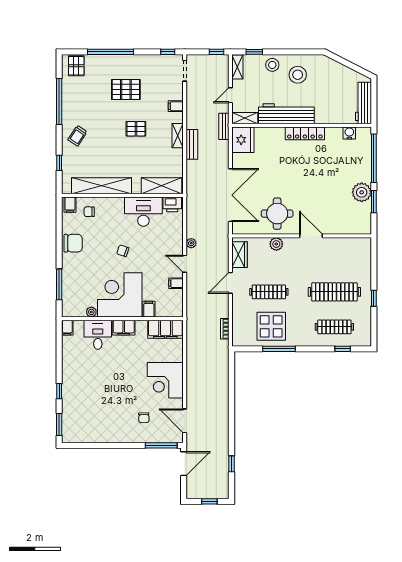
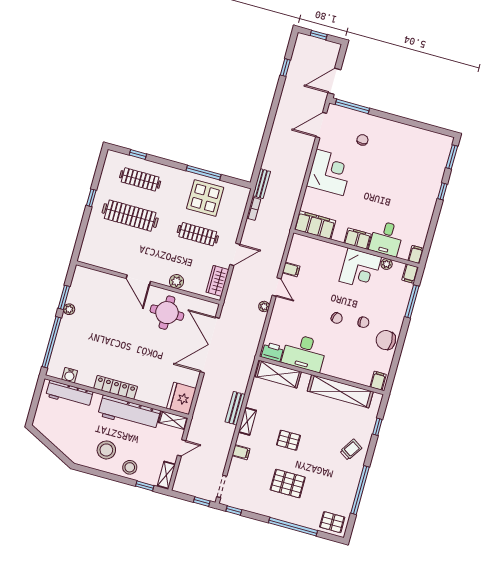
window: (216, 52) -> (202, 502), moved
pallet: (76, 66) -> (332, 522), turned 90
workbench: (363, 103) -> (69, 394), moved, turned 90
bench: (224, 126) -> (262, 184), moved
plant: (362, 192) -> (69, 309), width x0.53, depth x0.53
chair: (89, 212) -> (363, 322), moved
corner desk: (120, 295) -> (360, 269), width x0.74, depth x0.74
filing cabinet: (149, 309) -> (410, 274), moved
door: (185, 421) -> (321, 125), swing flipped

